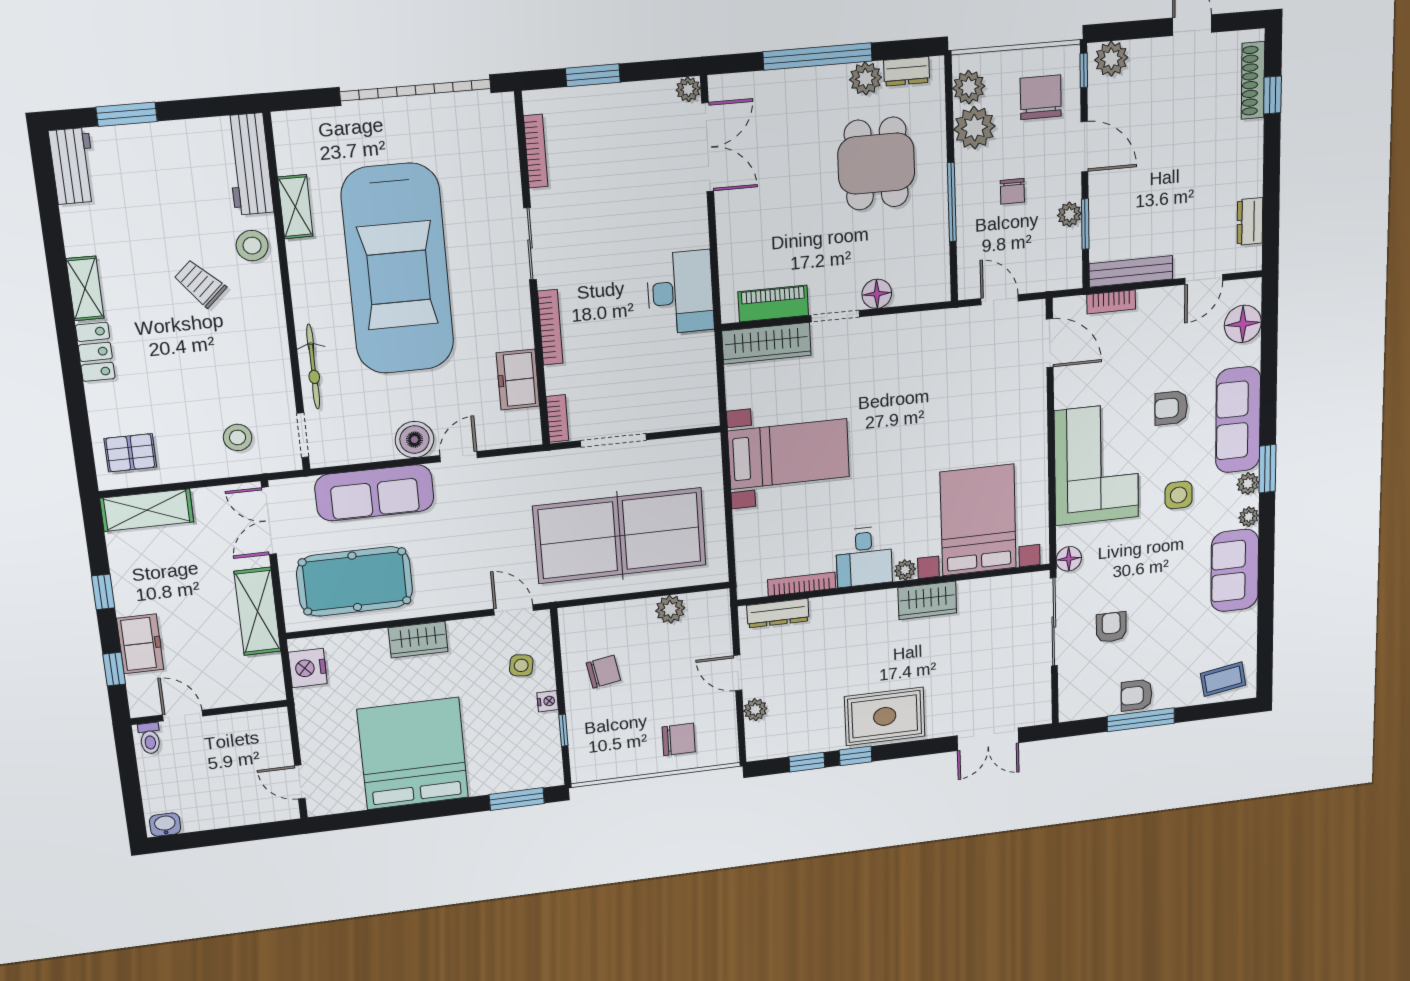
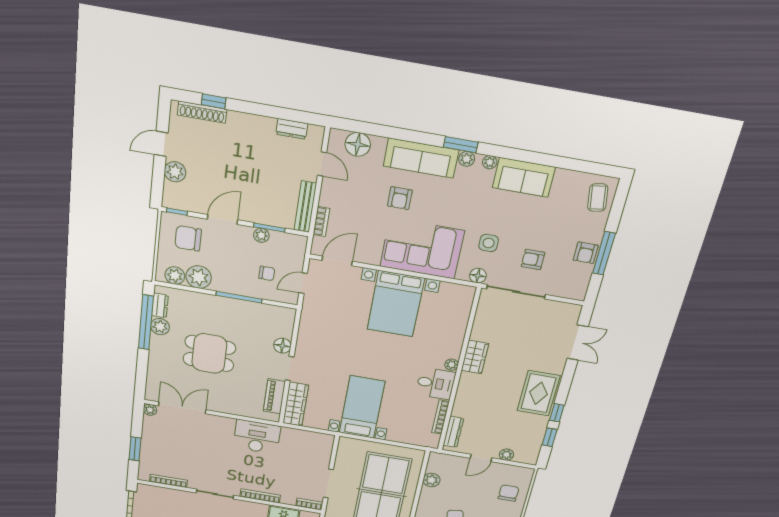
window: (818, 56) -> (146, 322), moved
plant: (1111, 59) -> (175, 172), moved
dining table: (876, 164) -> (209, 353), moved
chair: (1012, 191) -> (267, 273), moved
side table: (1179, 495) -> (489, 243), moved
bed with nightstands: (978, 520) -> (396, 304), moved, turned -90

